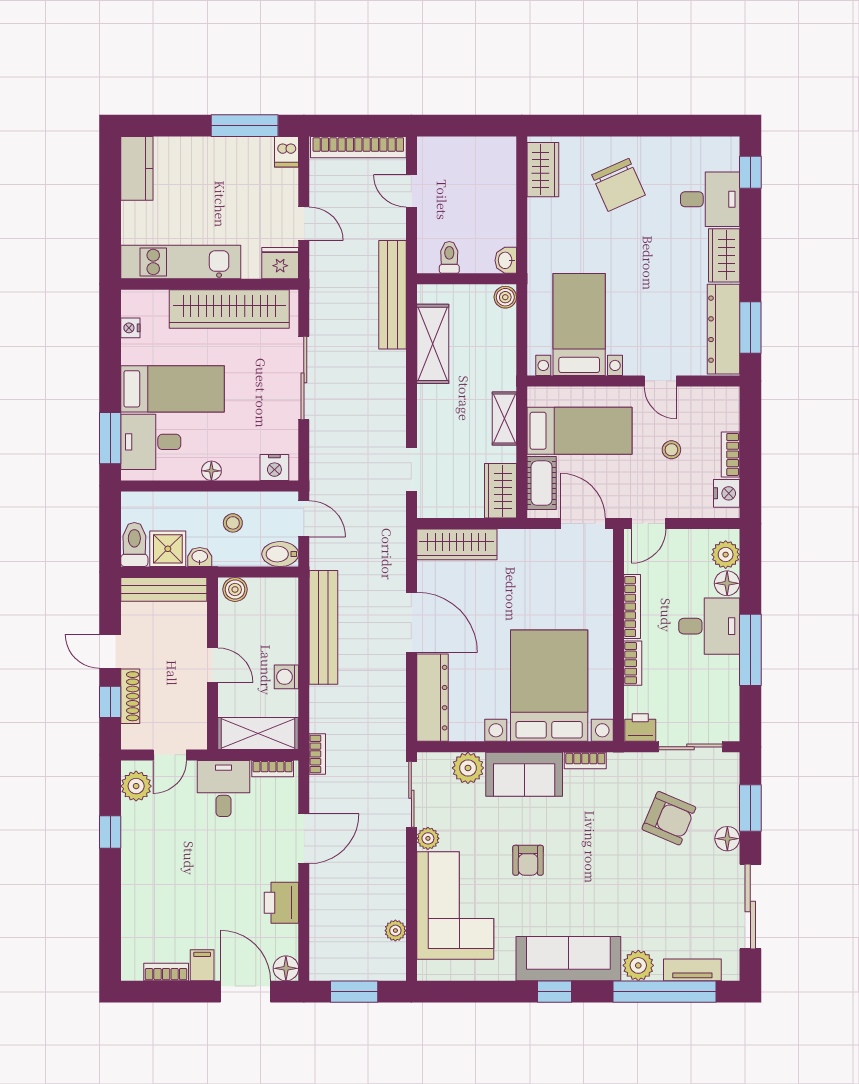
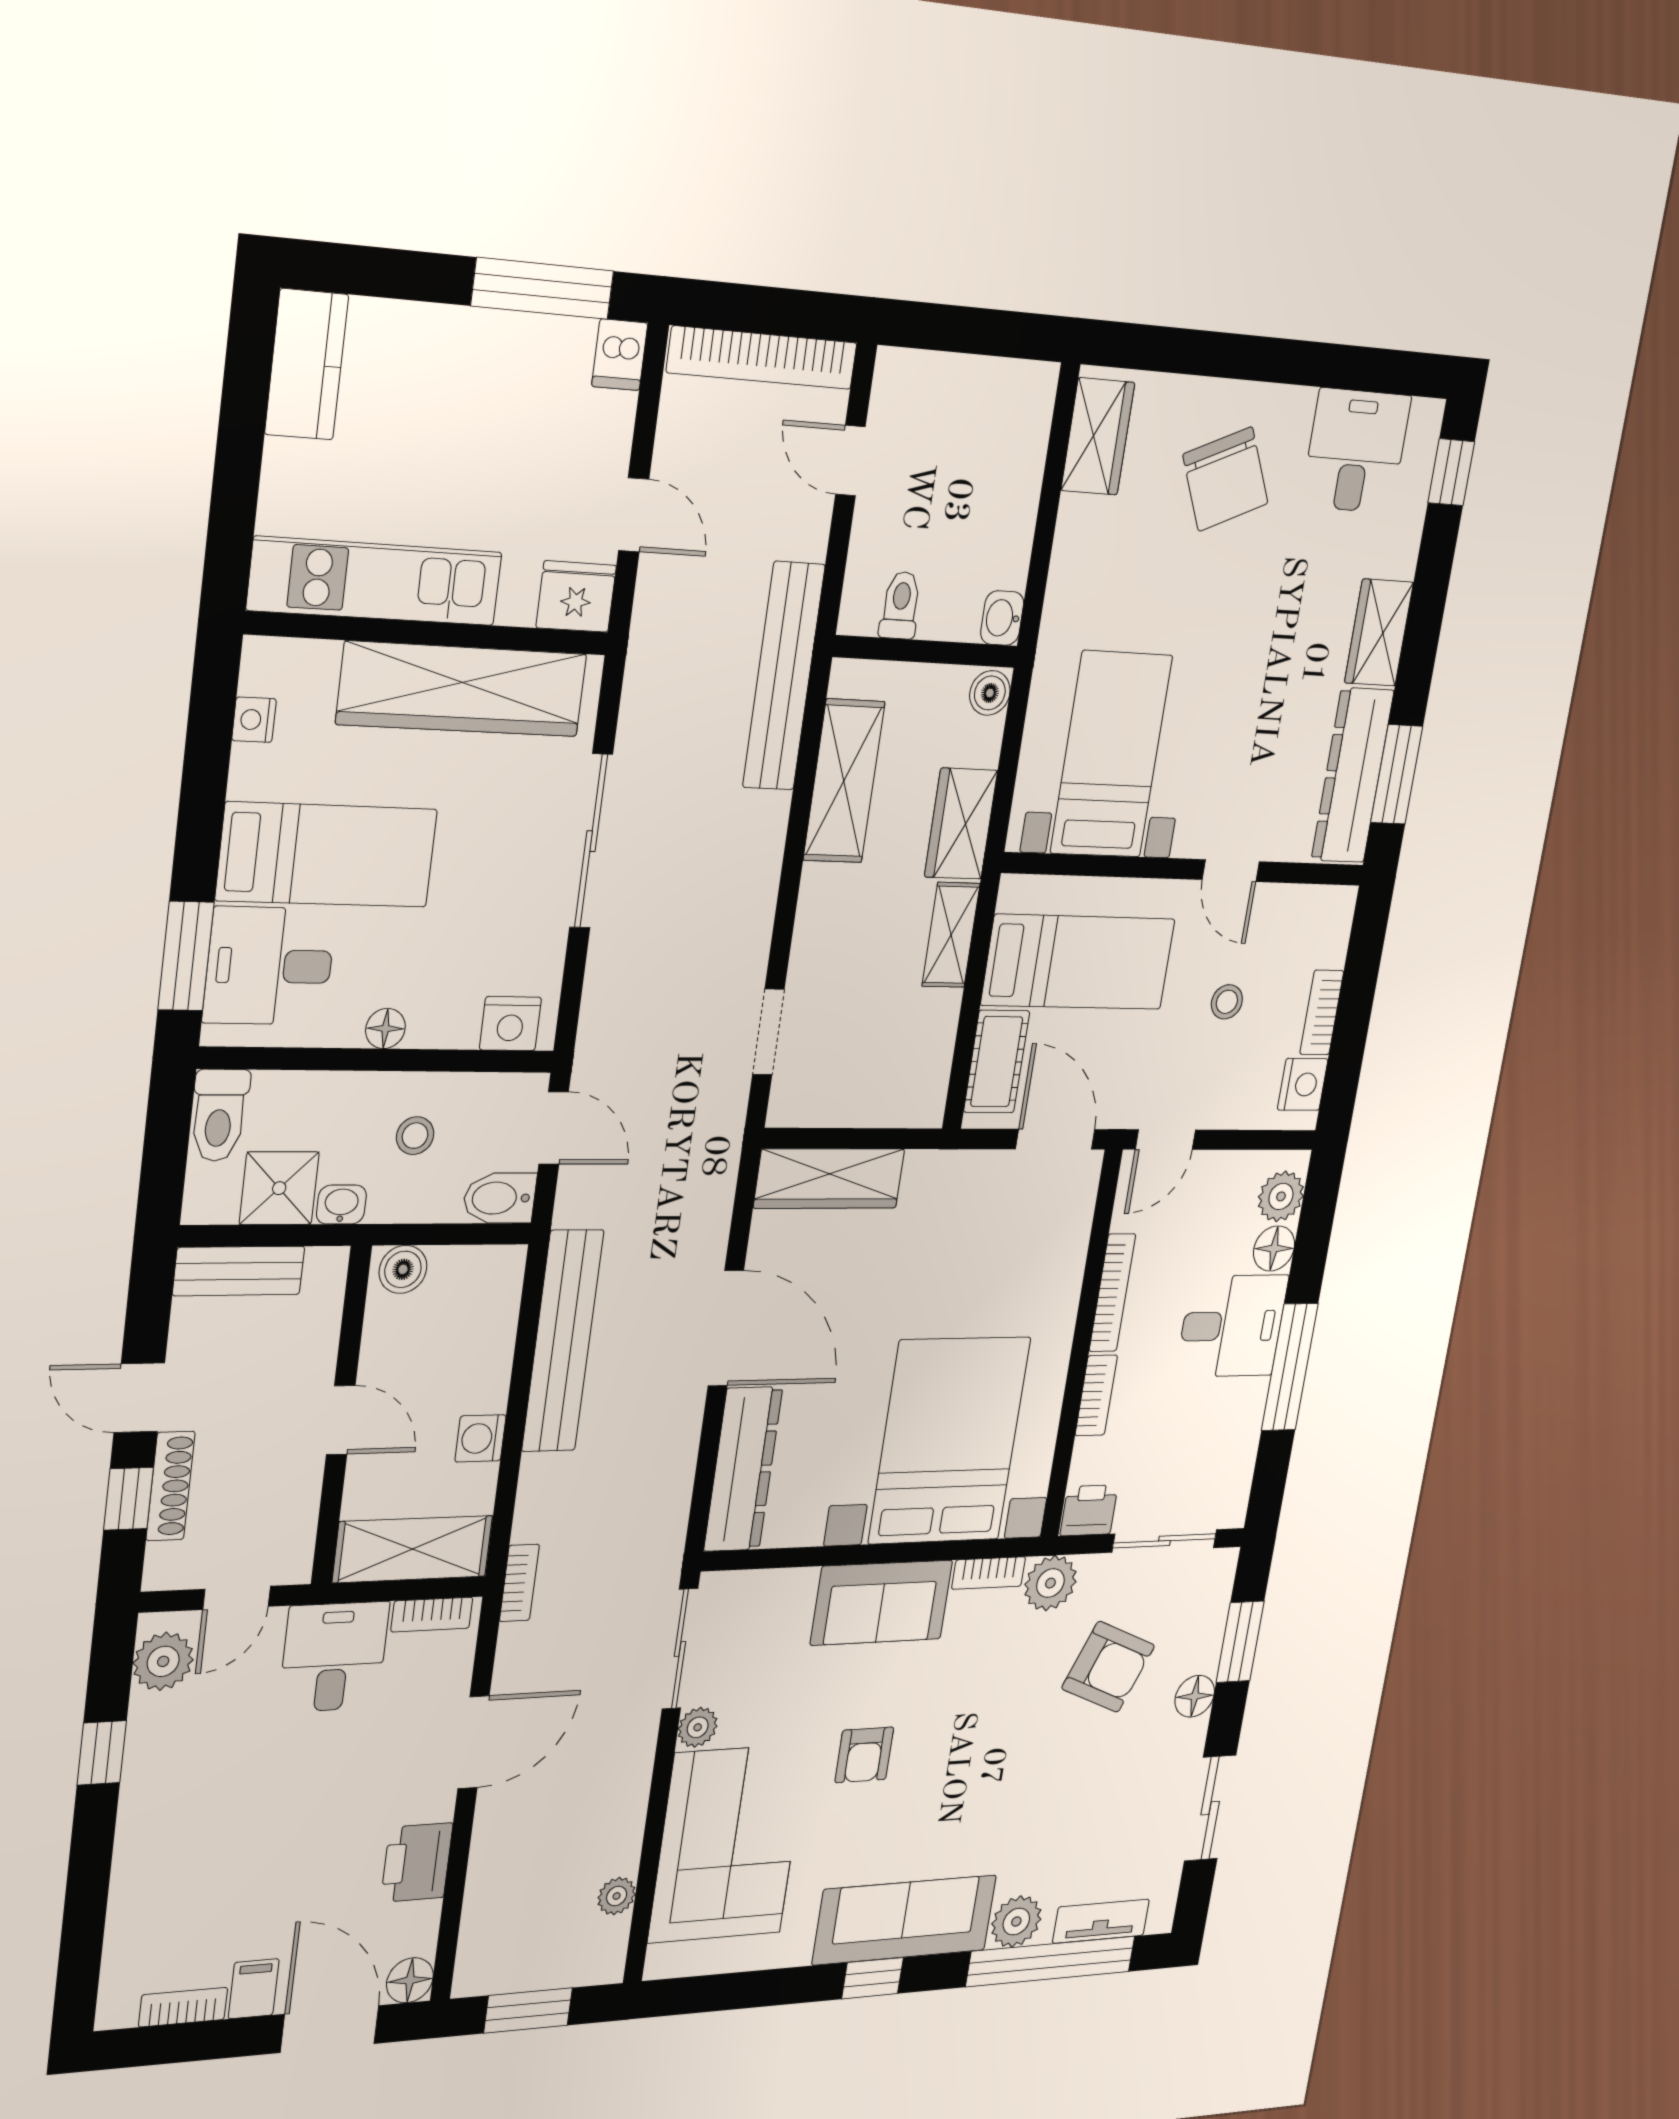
desk: (710, 199) -> (1356, 451), moved, turned -90
wardrobe: (500, 491) -> (961, 824), moved
toilet: (134, 545) -> (219, 1115), moved, turned 180
bench: (164, 589) -> (239, 1271), width x0.73
plant: (468, 768) -> (1050, 1583), moved
sliding door: (750, 907) -> (1210, 1808), width x0.73

